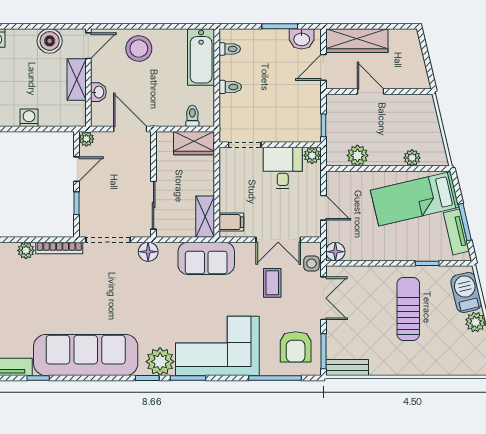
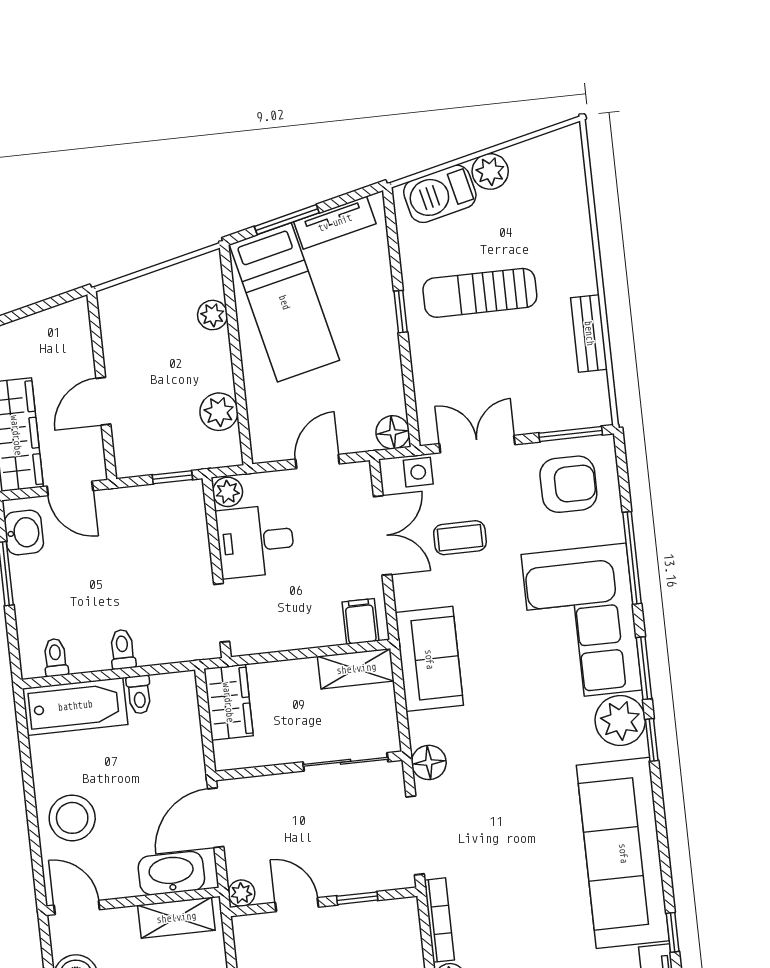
shelving: (77, 80) -> (176, 918), moved
washbasin: (98, 92) -> (171, 873), width x1.91, depth x1.45
toilet: (192, 116) -> (139, 695), moved, turned -90
window: (465, 222) -> (287, 220), moved
window: (427, 263) -> (401, 312), moved
bench: (347, 368) -> (589, 333), moved
window: (275, 378) -> (632, 558), moved

